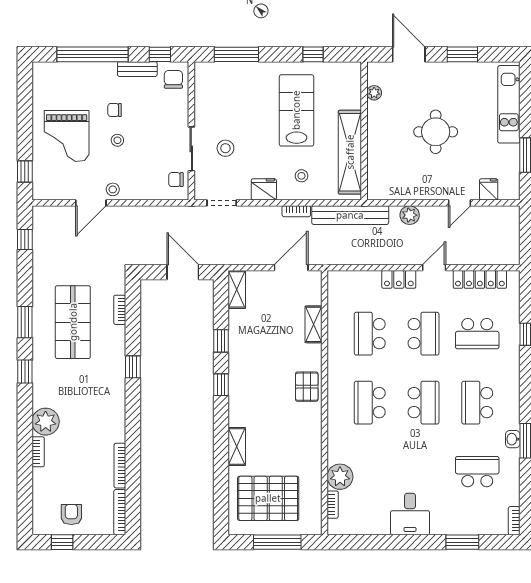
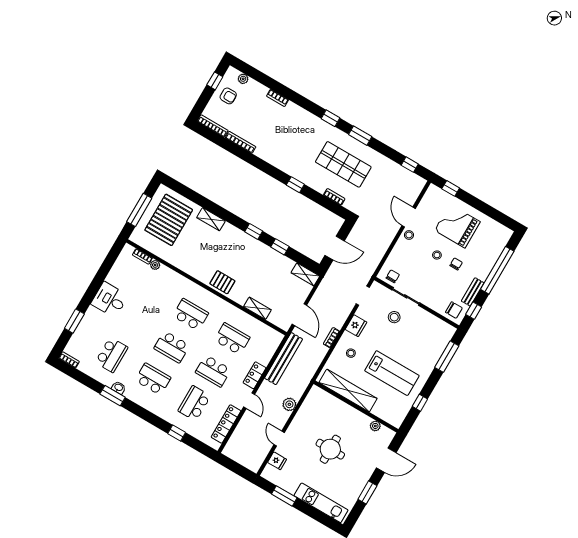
bench: (350, 215) -> (284, 359), moved
plant: (46, 422) -> (243, 79), moved, width x0.53, depth x0.53
plant: (340, 477) -> (155, 265), width x0.53, depth x0.53

